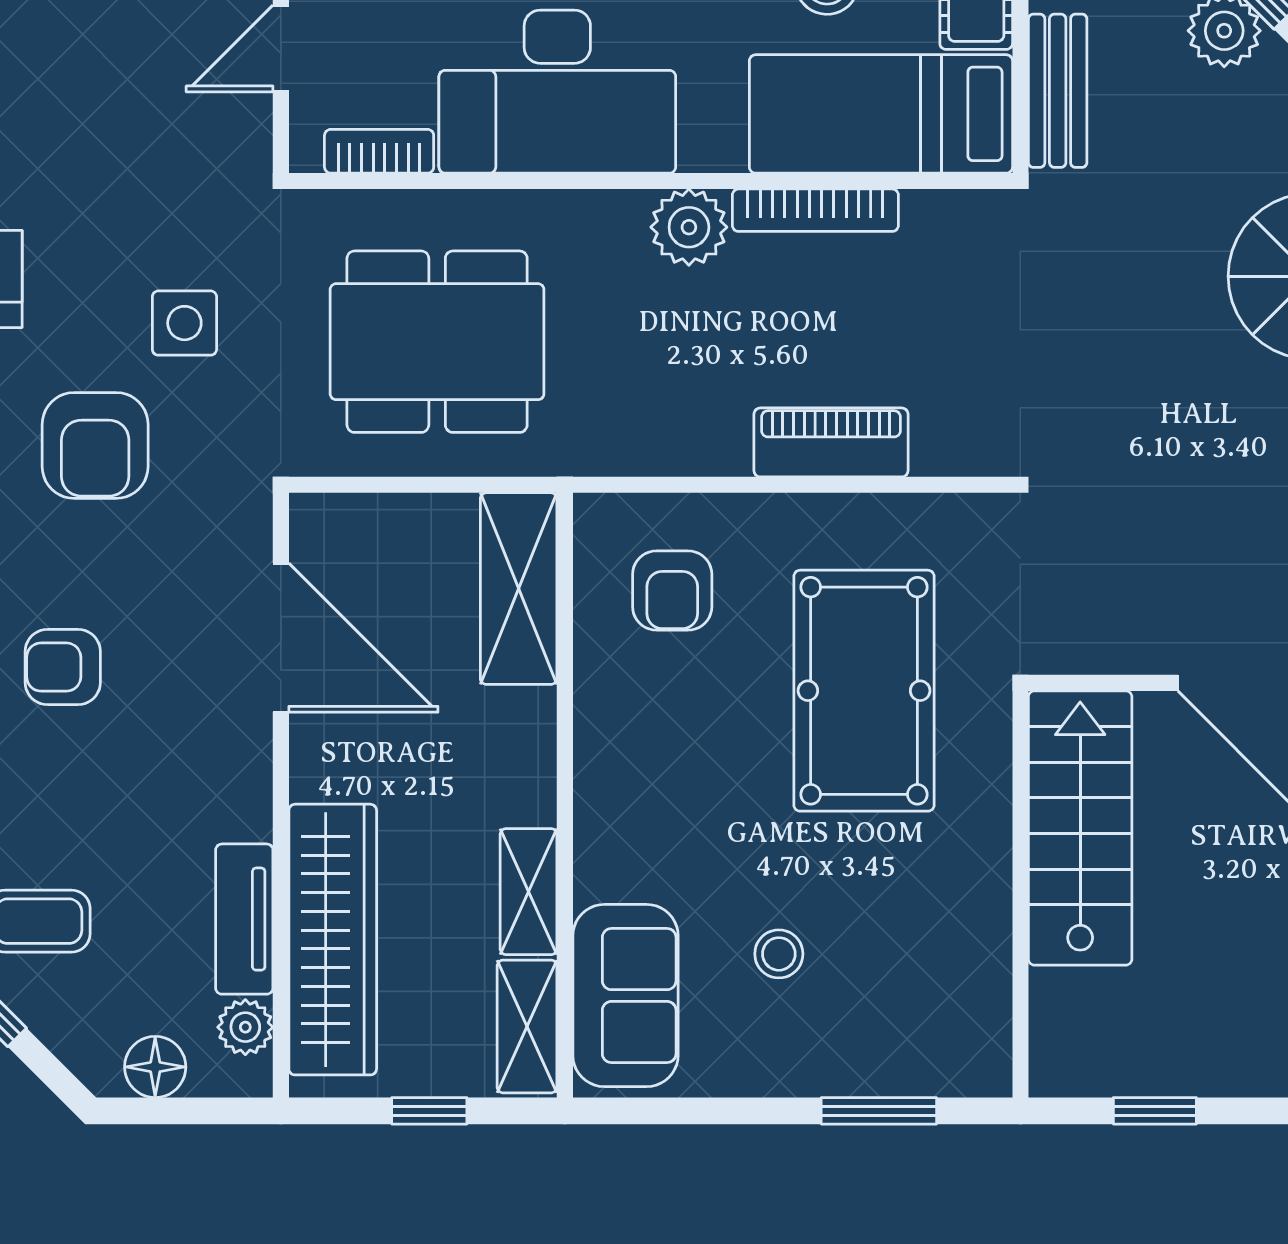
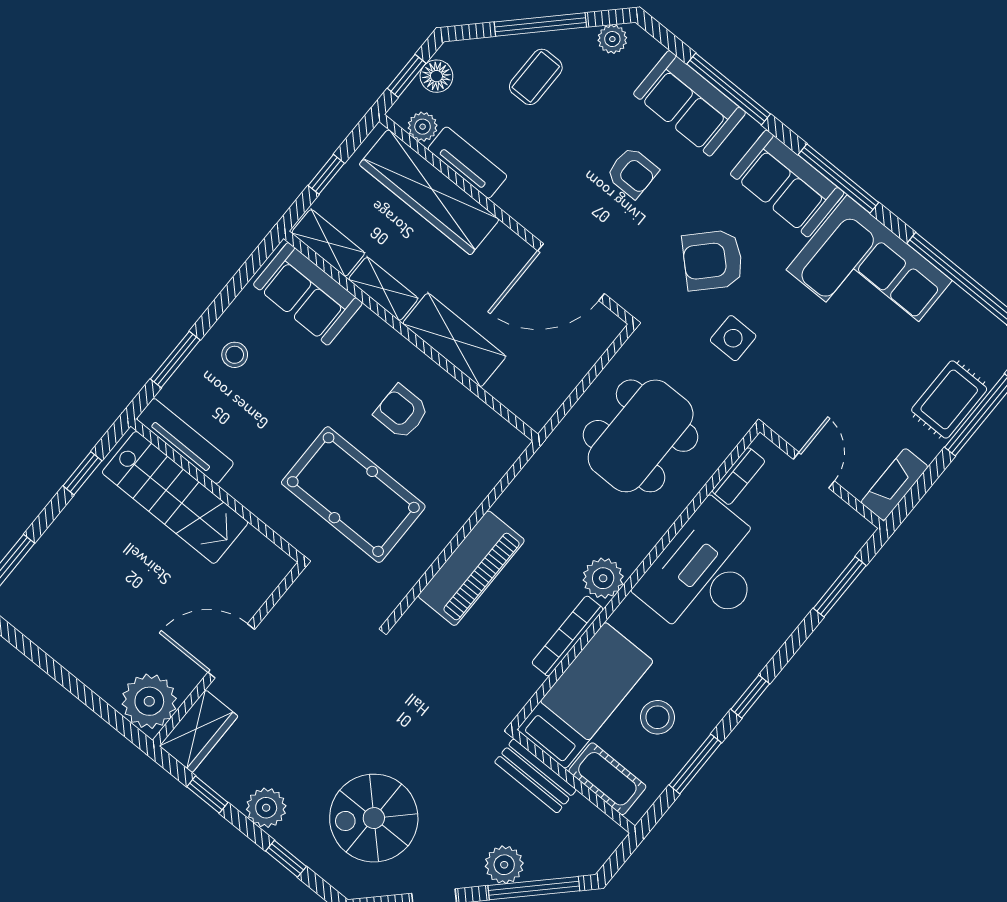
piano: (831, 442) -> (471, 568), width x1.37, depth x1.33
armchair: (95, 445) -> (713, 260), turned -46
shelving: (519, 589) -> (454, 340), moved
armchair: (672, 591) -> (402, 412), moved
armchair: (63, 667) -> (632, 172), turned 90
stairs: (1080, 828) -> (175, 497), moved
stool: (779, 954) -> (235, 355), moved
tv unit: (986, 999) -> (185, 441), added
window: (190, 1111) -> (407, 76), added

